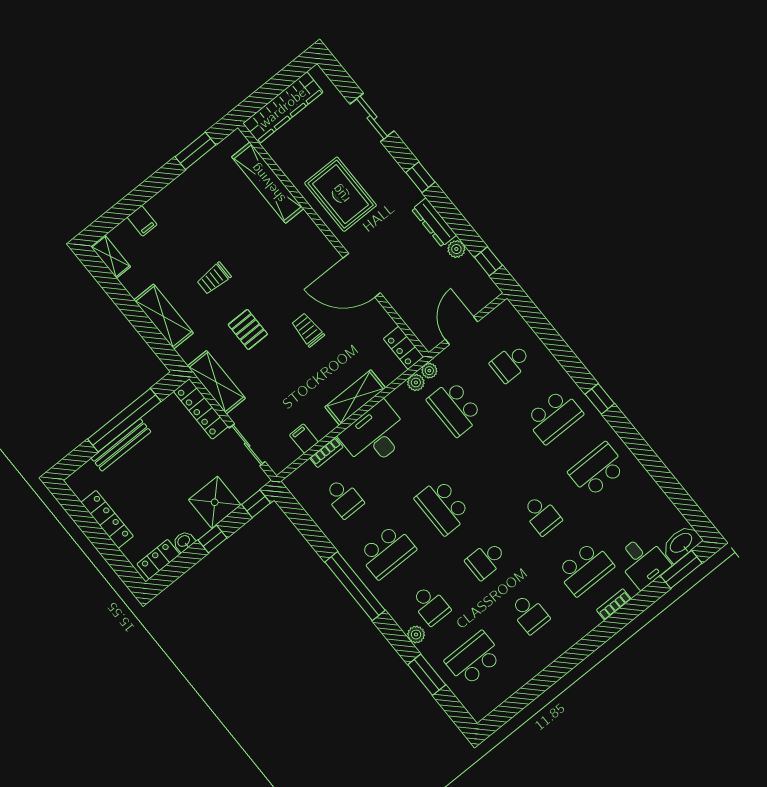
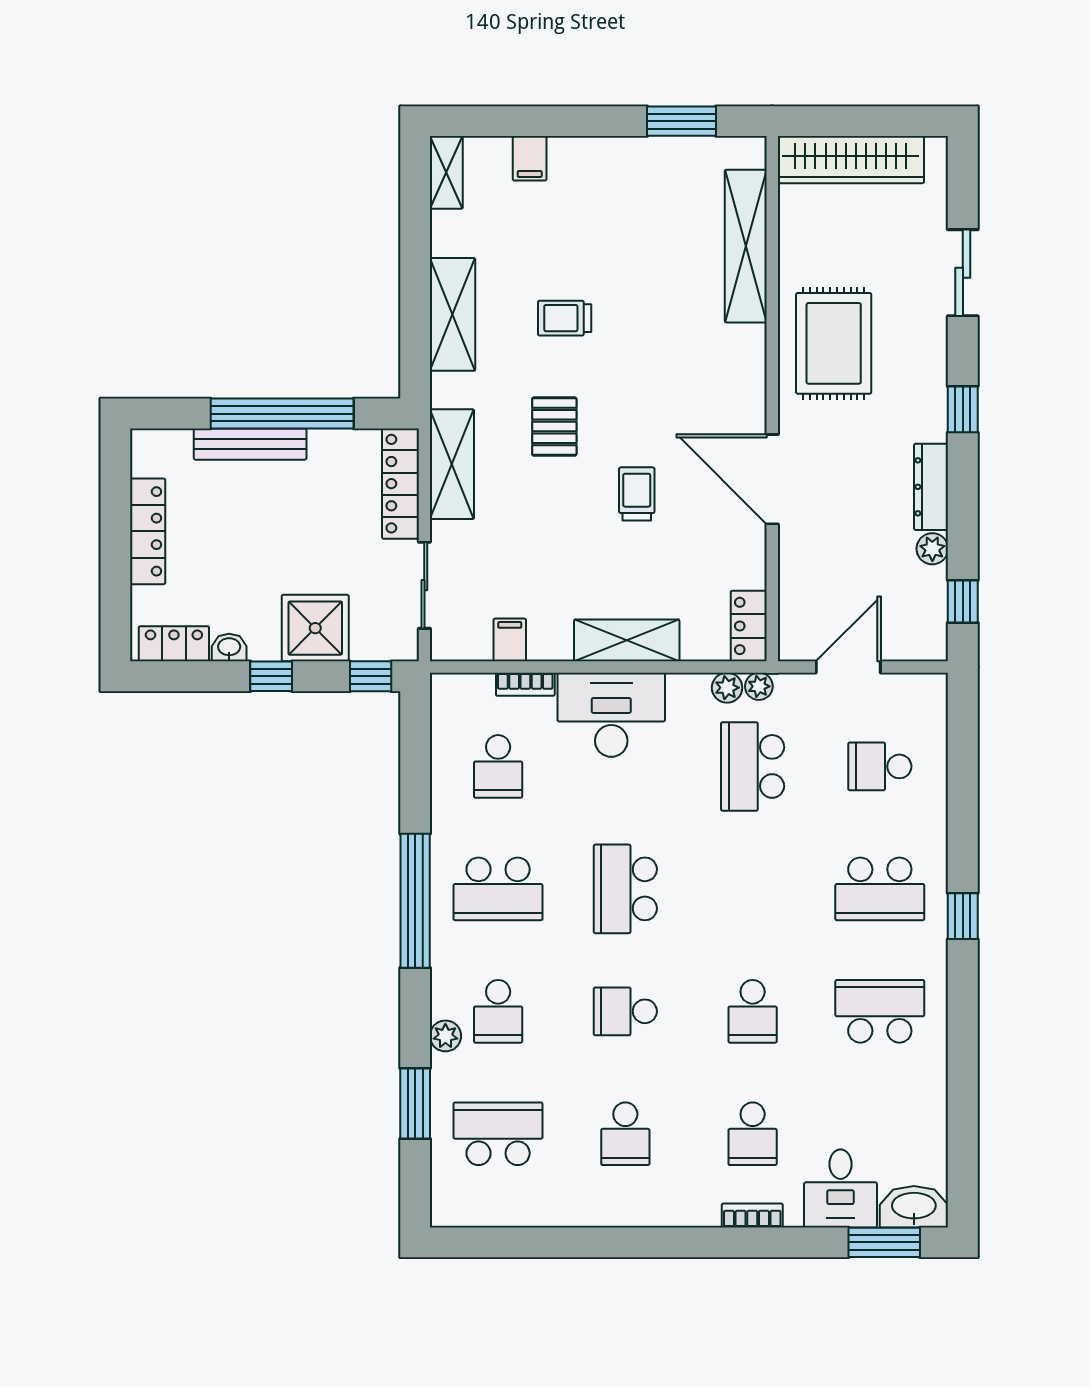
school desk: (585, 569) -> (753, 1134), width x0.54

